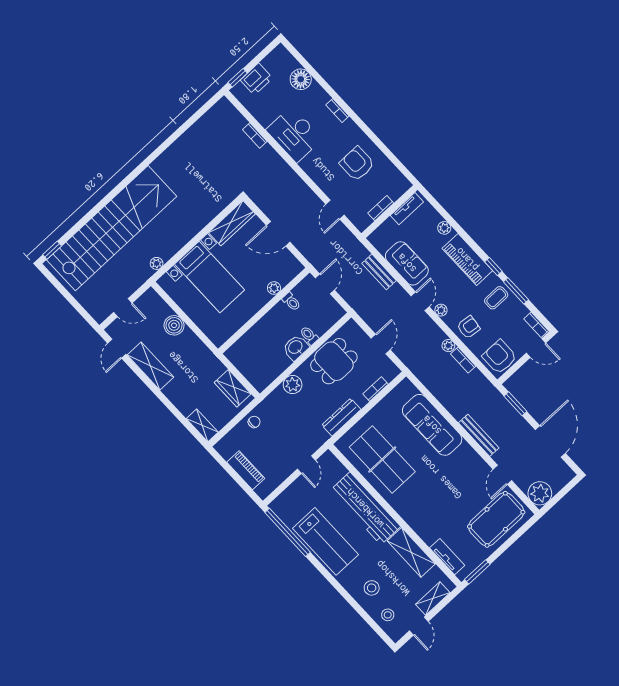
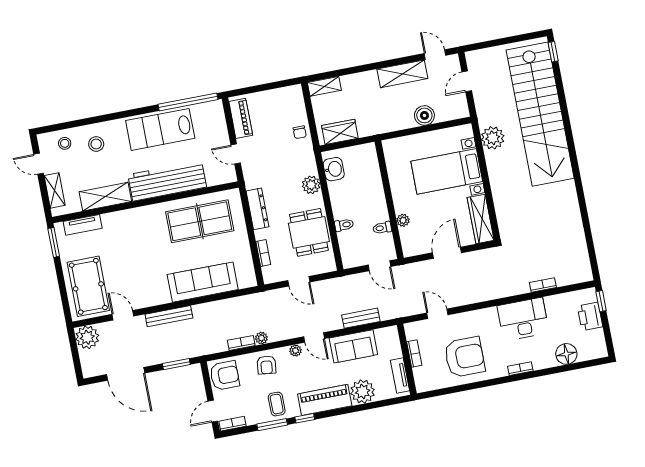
armchair: (357, 164) -> (465, 357), width x1.36, depth x1.36
plant: (444, 228) -> (363, 392), width x1.87, depth x1.87
plant: (157, 263) -> (493, 138), width x1.87, depth x1.87
washbasin: (296, 347) -> (334, 169), moved
piano: (246, 470) -> (241, 118), moved, turned -90

